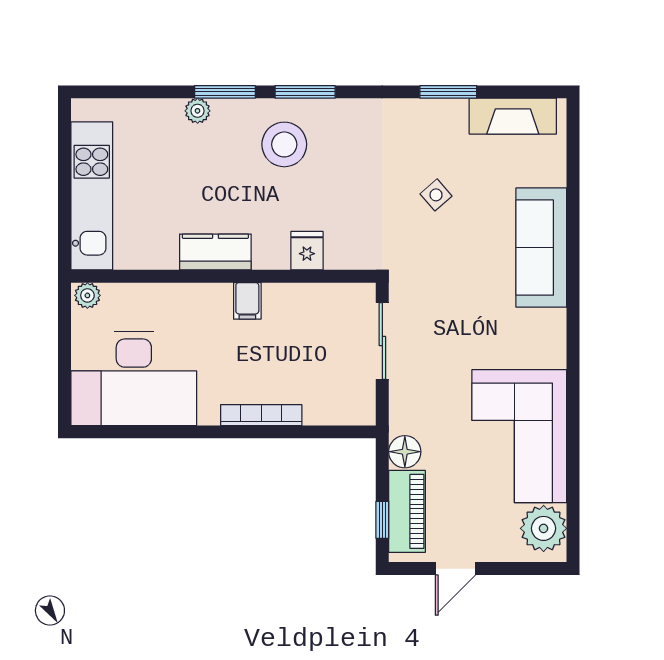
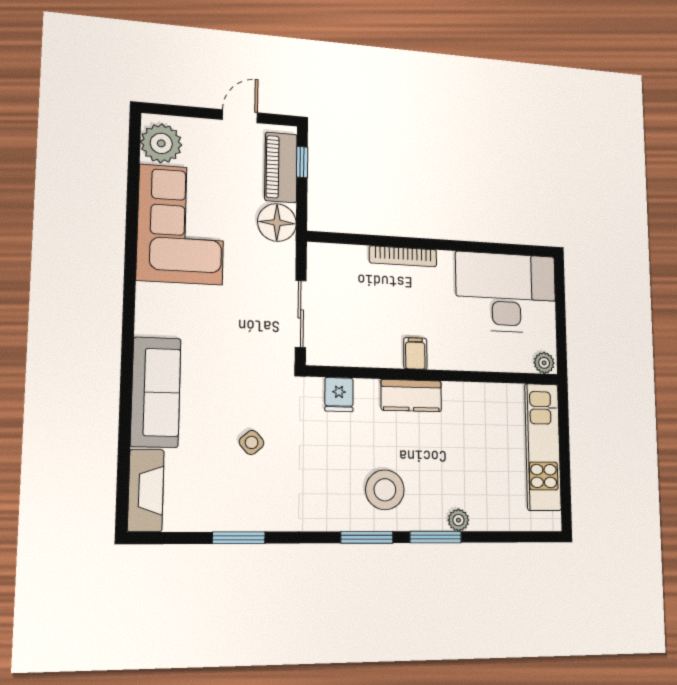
fireplace: (513, 116) -> (146, 490), moved, turned 90
fridge: (307, 251) -> (339, 395), moved
kitchen counter: (215, 252) -> (411, 395), moved
floor lamp: (405, 452) -> (277, 223), width x1.38, depth x1.38

